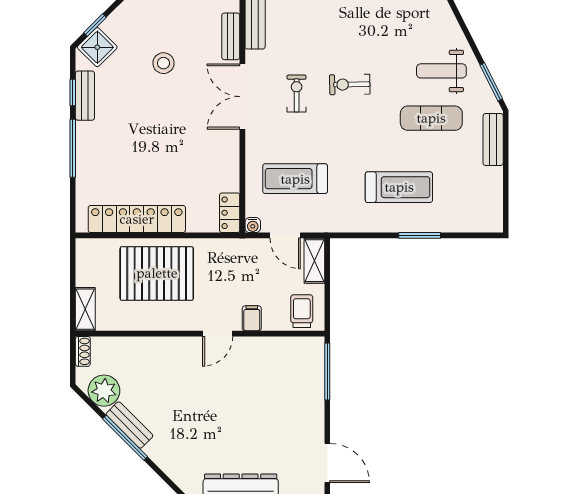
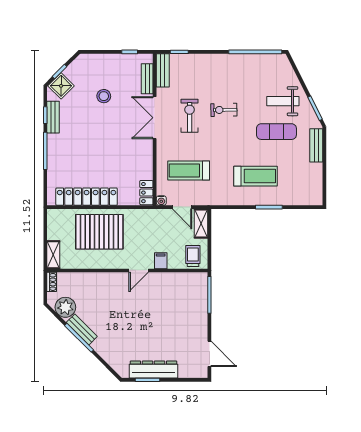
exercise bike: (297, 93) -> (190, 116), width x1.38, depth x1.39

